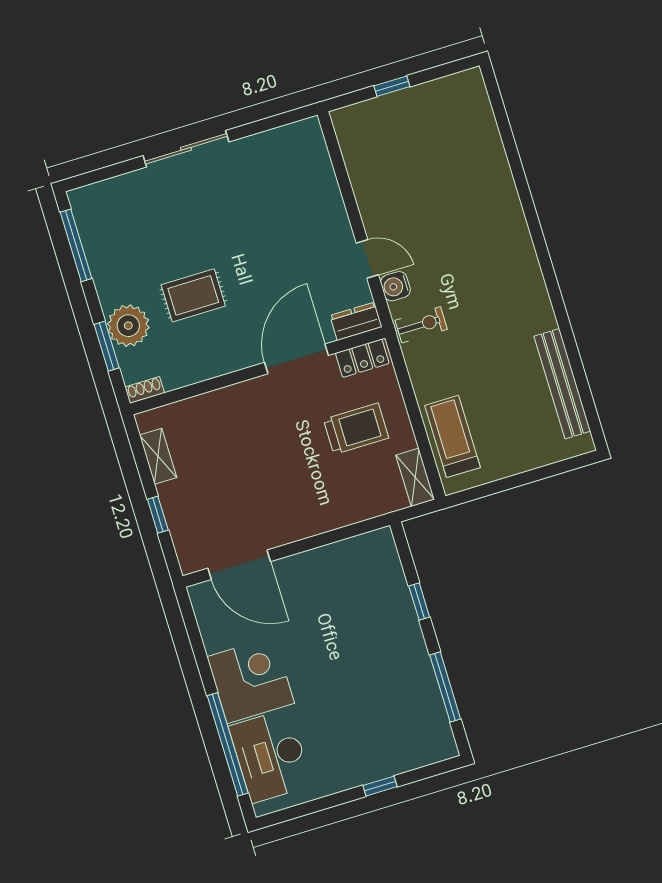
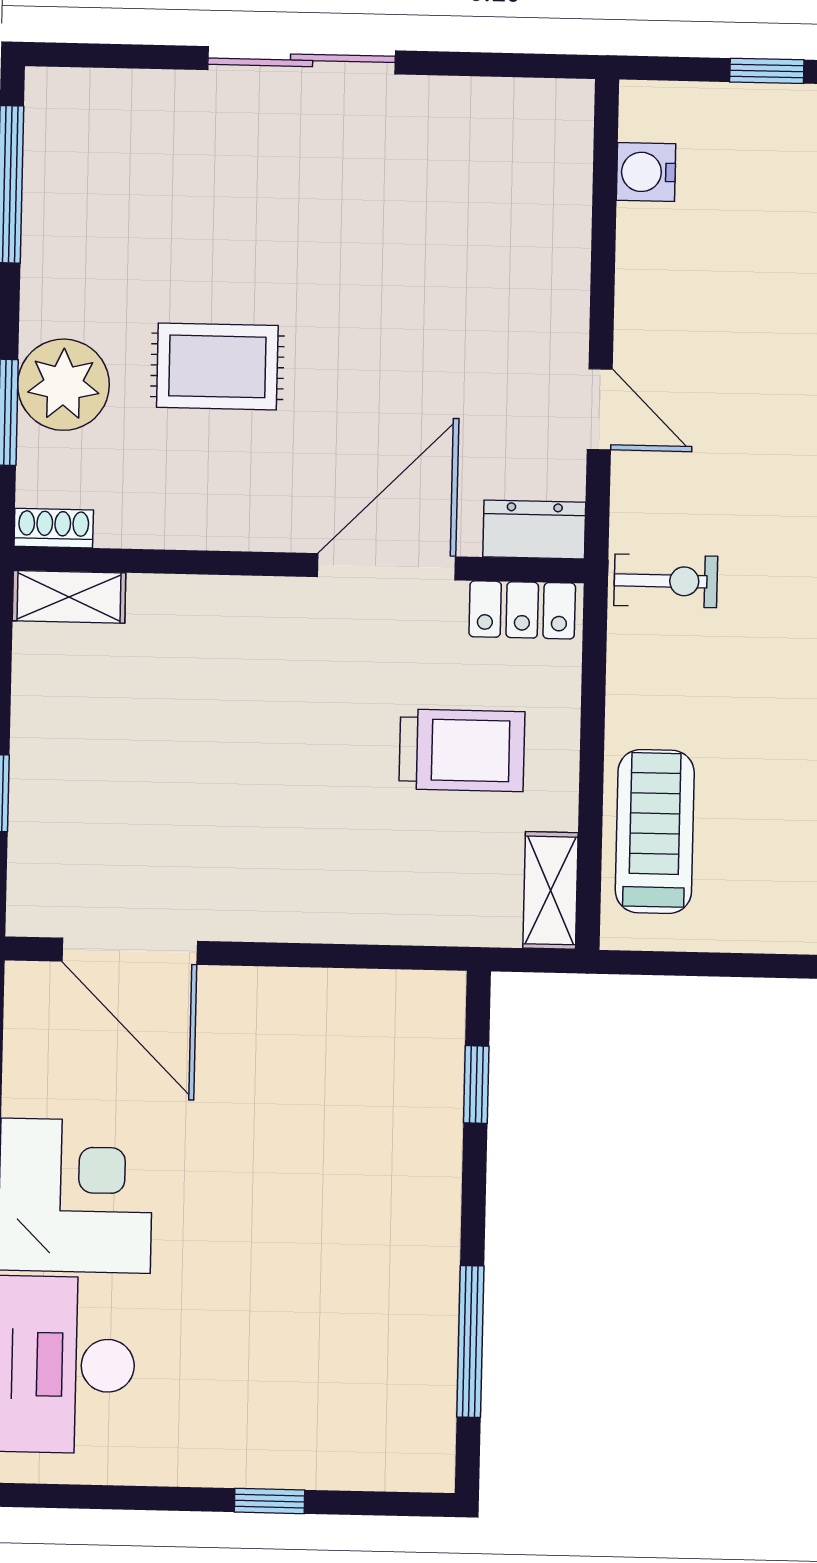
water cooler: (395, 286) -> (646, 172), moved
shelving: (158, 456) -> (69, 597), moved, turned 90
window: (419, 601) -> (476, 1085), moved

